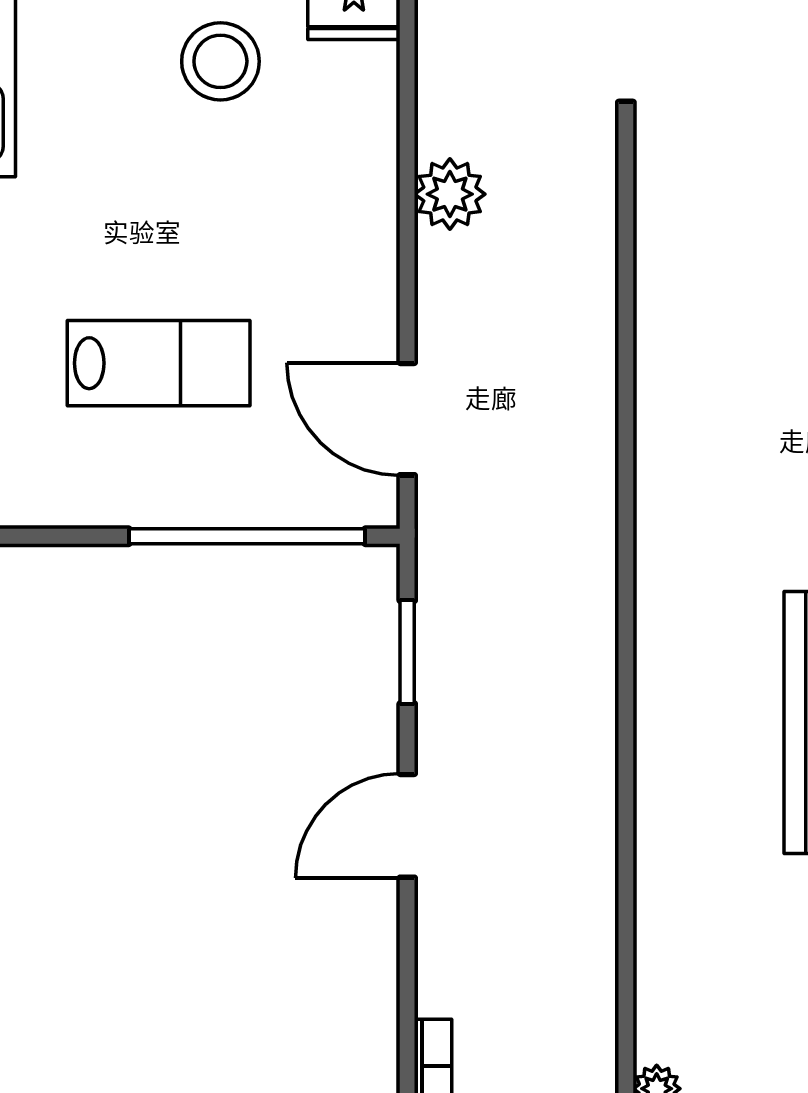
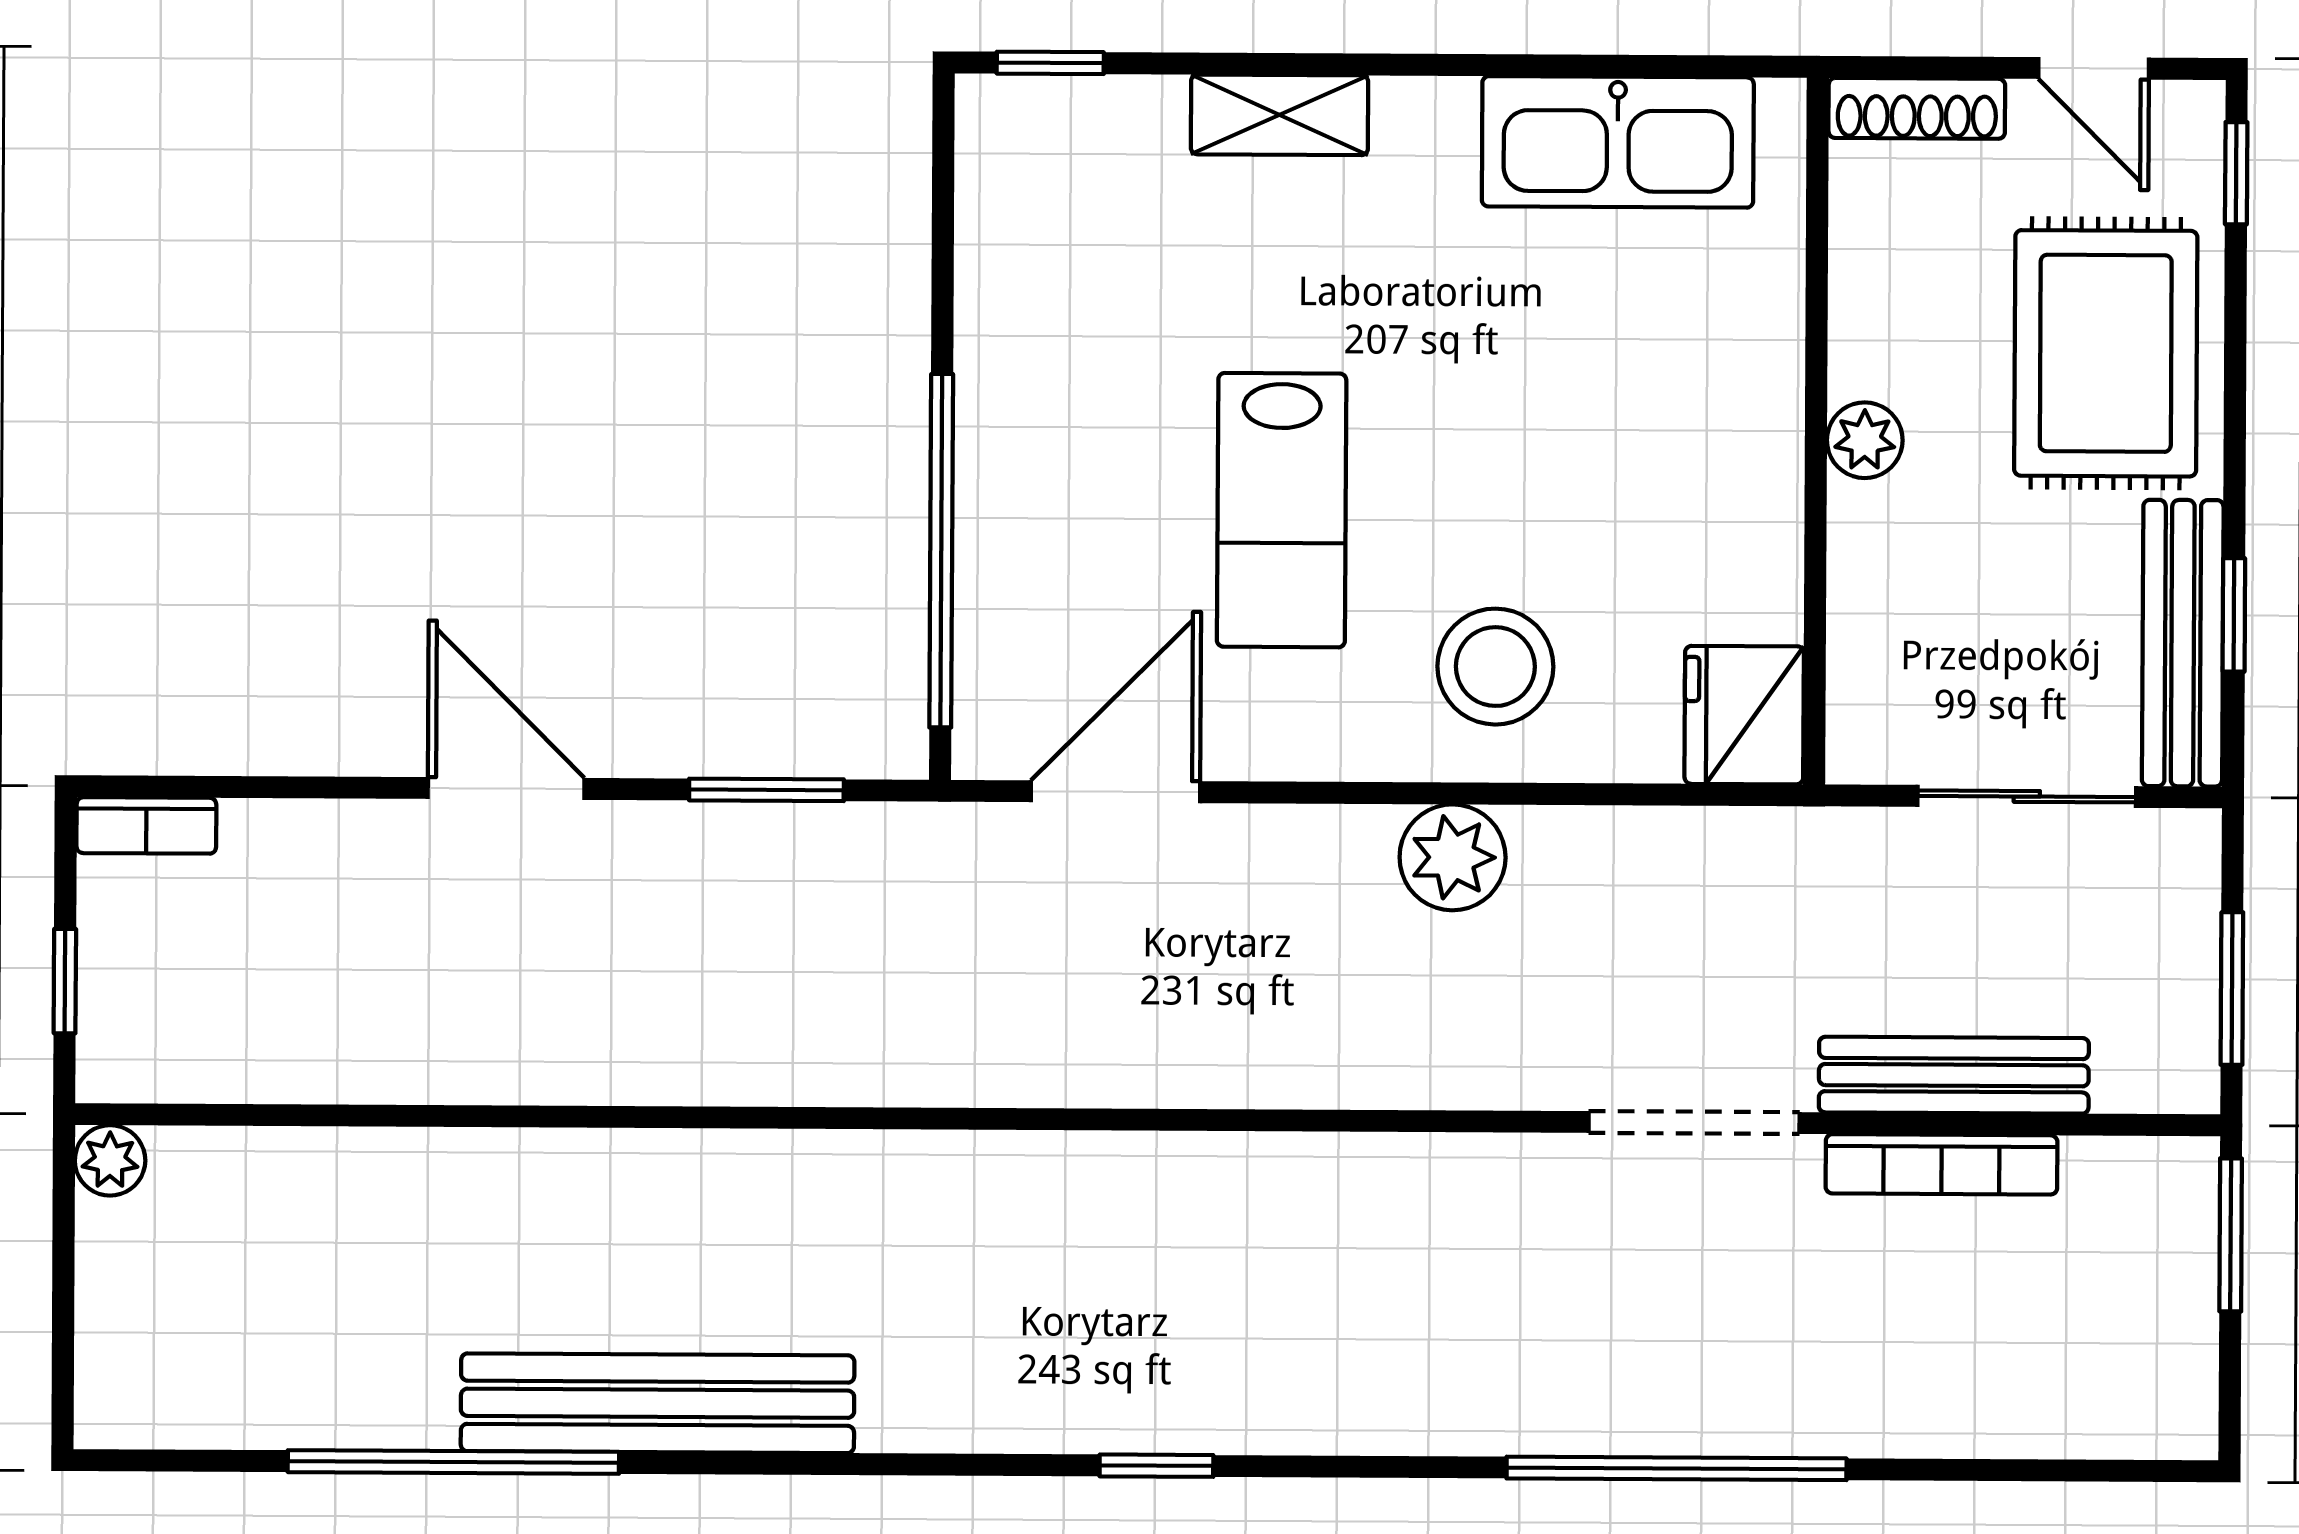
stool: (220, 61) -> (1495, 667), moved
lab bench: (159, 363) -> (1282, 510), moved

